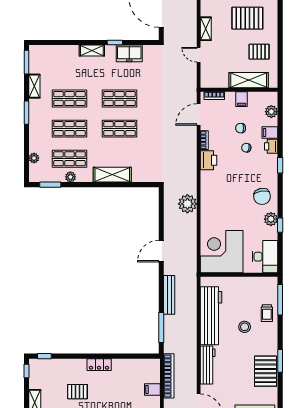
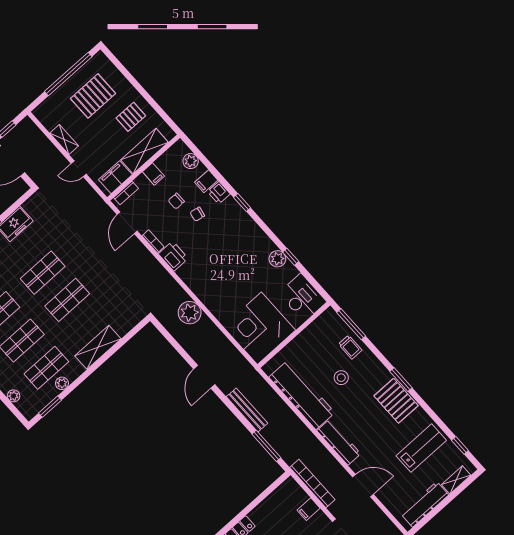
filing cabinet: (216, 80) -> (115, 177), added
chair: (262, 196) -> (251, 245), removed

